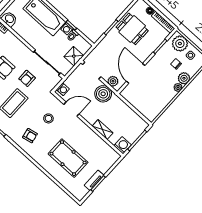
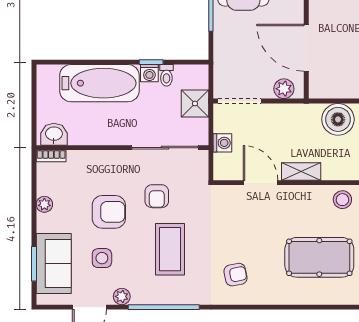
washing machine: (63, 89) -> (222, 143), moved
boiler: (103, 94) -> (338, 119), moved
door: (71, 109) -> (261, 183), hinge flipped
stool: (48, 118) -> (342, 200), moved
shelving: (103, 130) -> (301, 172), moved

